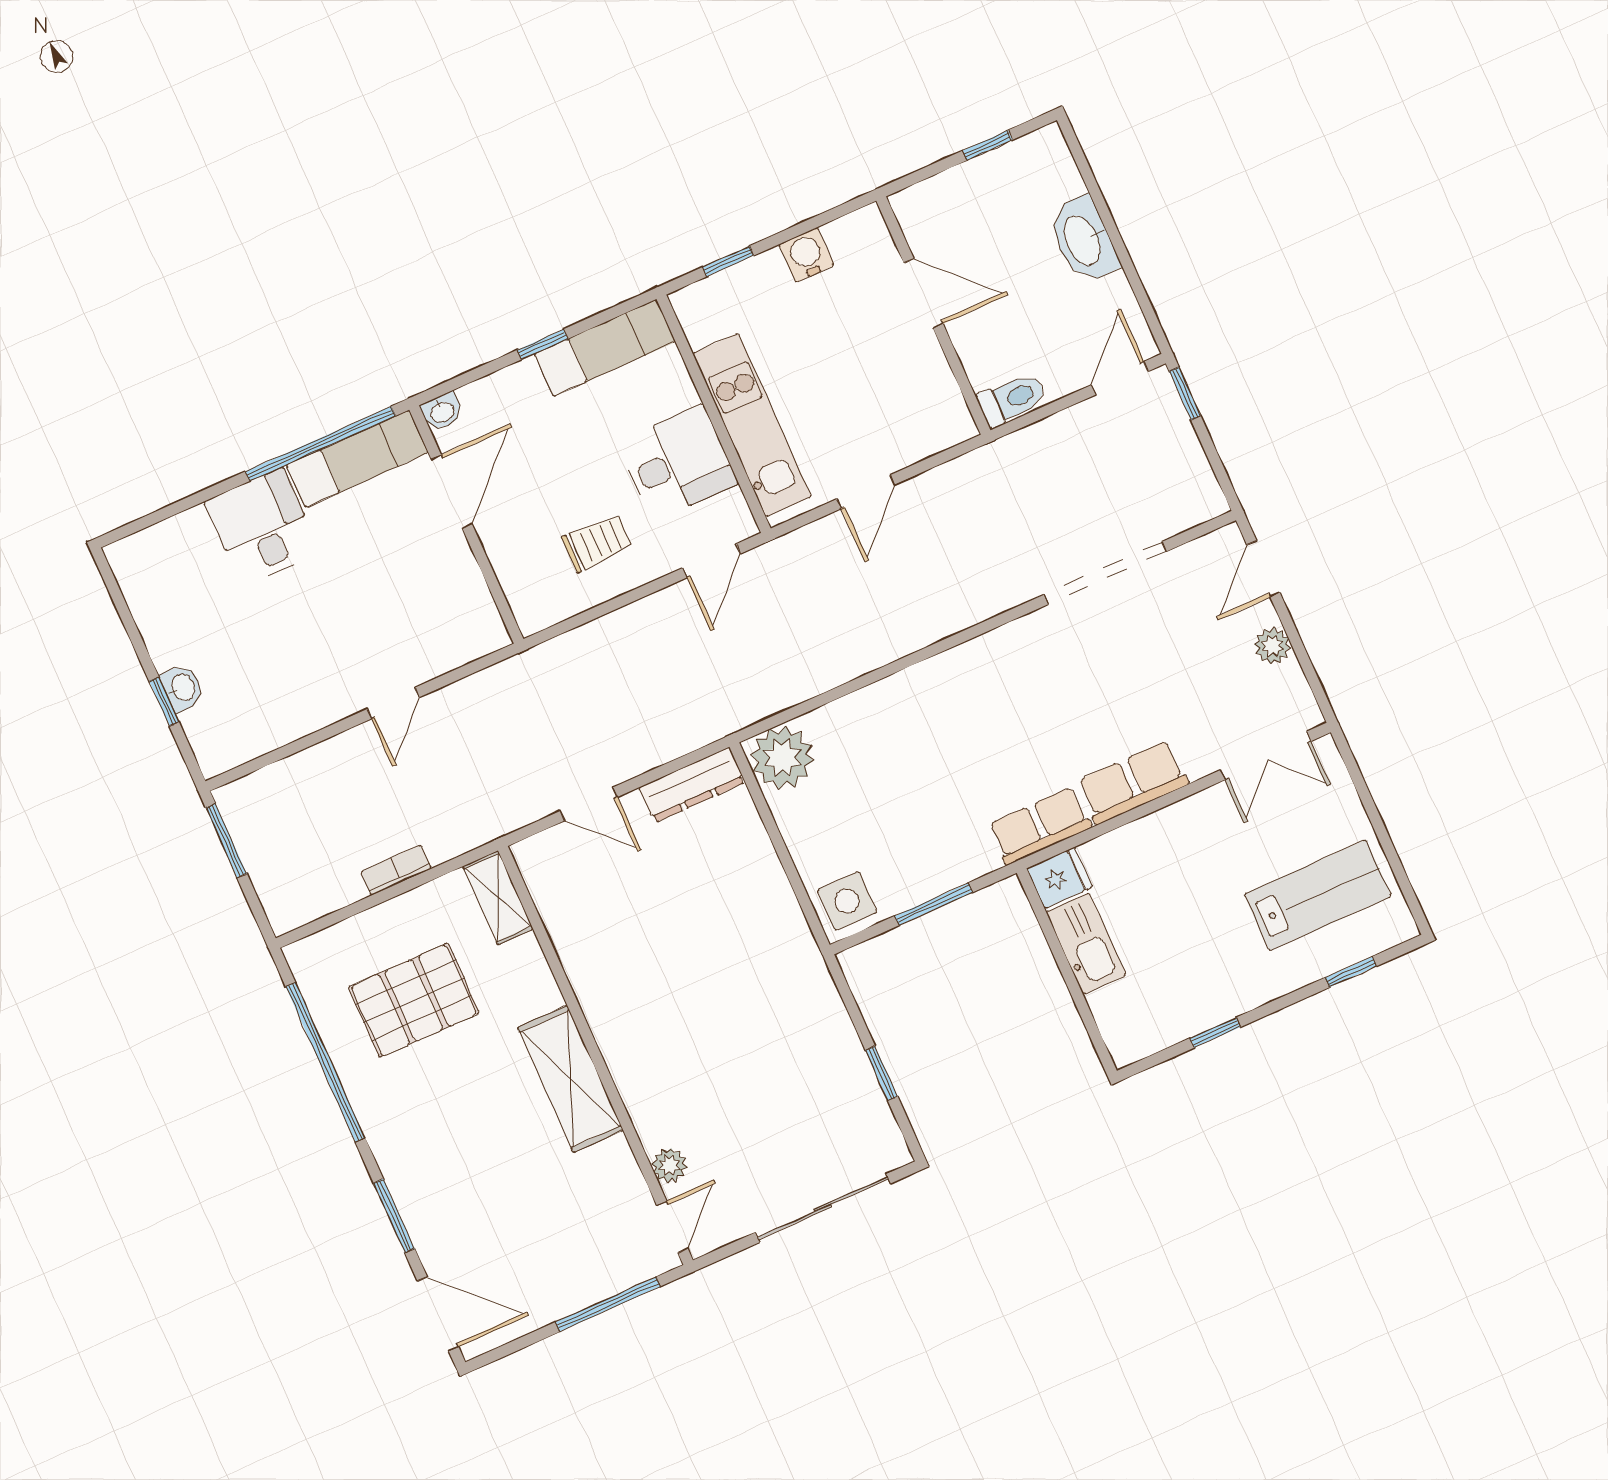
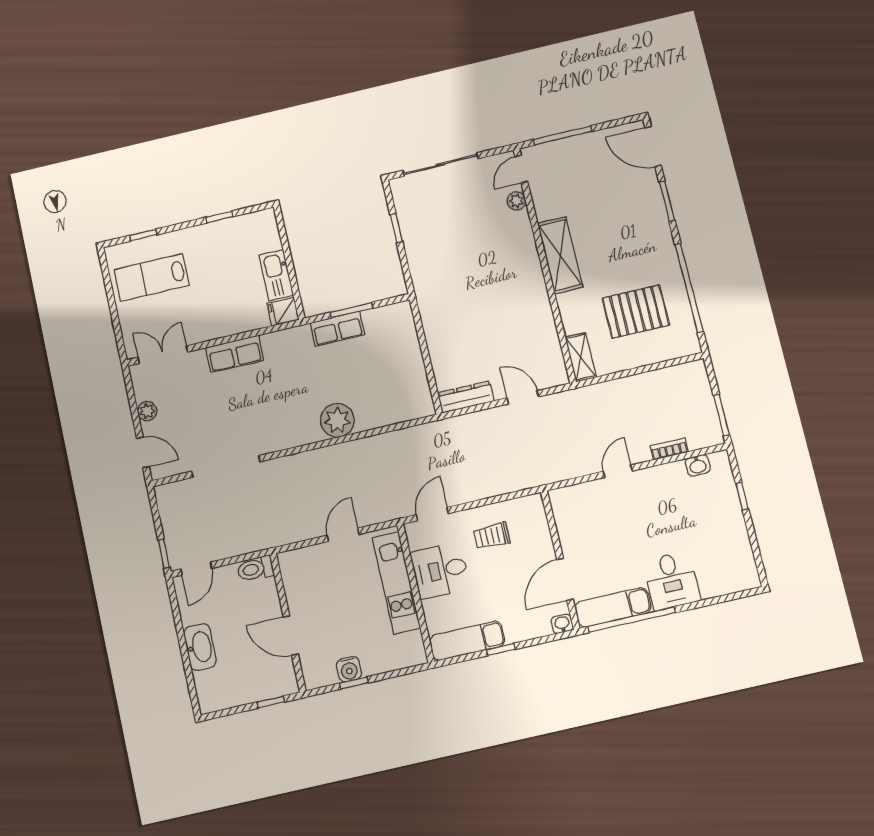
window: (987, 145) -> (271, 702), moved
window: (728, 261) -> (354, 683), moved
door: (1263, 569) -> (143, 452), hinge flipped
washbasin: (182, 688) -> (698, 465), moved, turned -90
plant: (782, 758) -> (337, 420), moved
row of seats: (1040, 826) -> (337, 329), moved
bookcase: (396, 870) -> (669, 449), moved, turned 180
side table: (847, 901) -> (396, 320), removed

